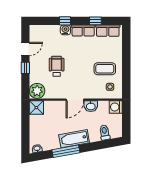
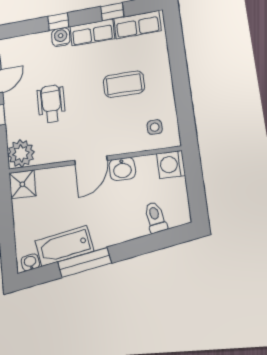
coffee table: (105, 69) -> (124, 84), moved
bathtub: (74, 139) -> (64, 246), moved

